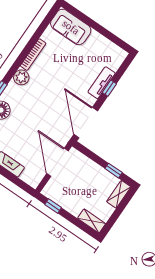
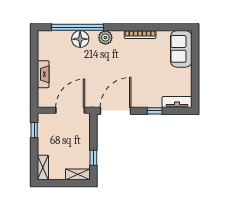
plant: (21, 77) -> (105, 38), moved
tv unit: (102, 83) -> (177, 102), moved

